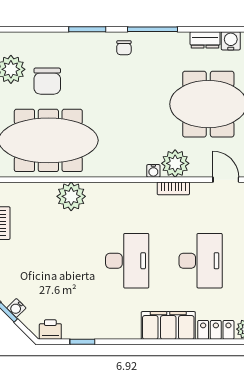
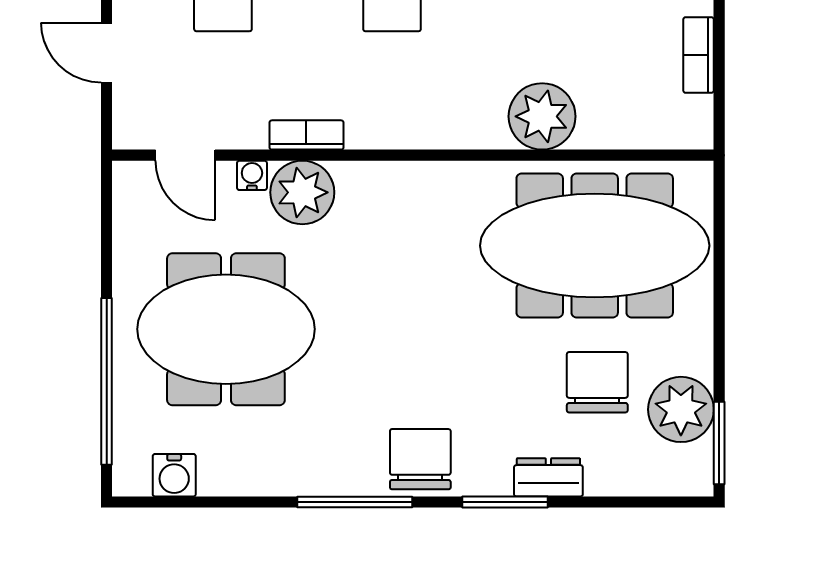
dresser: (205, 40) -> (548, 477), moved
chair: (124, 48) -> (420, 459), width x1.87, depth x1.87
water cooler: (153, 171) -> (252, 175), moved

